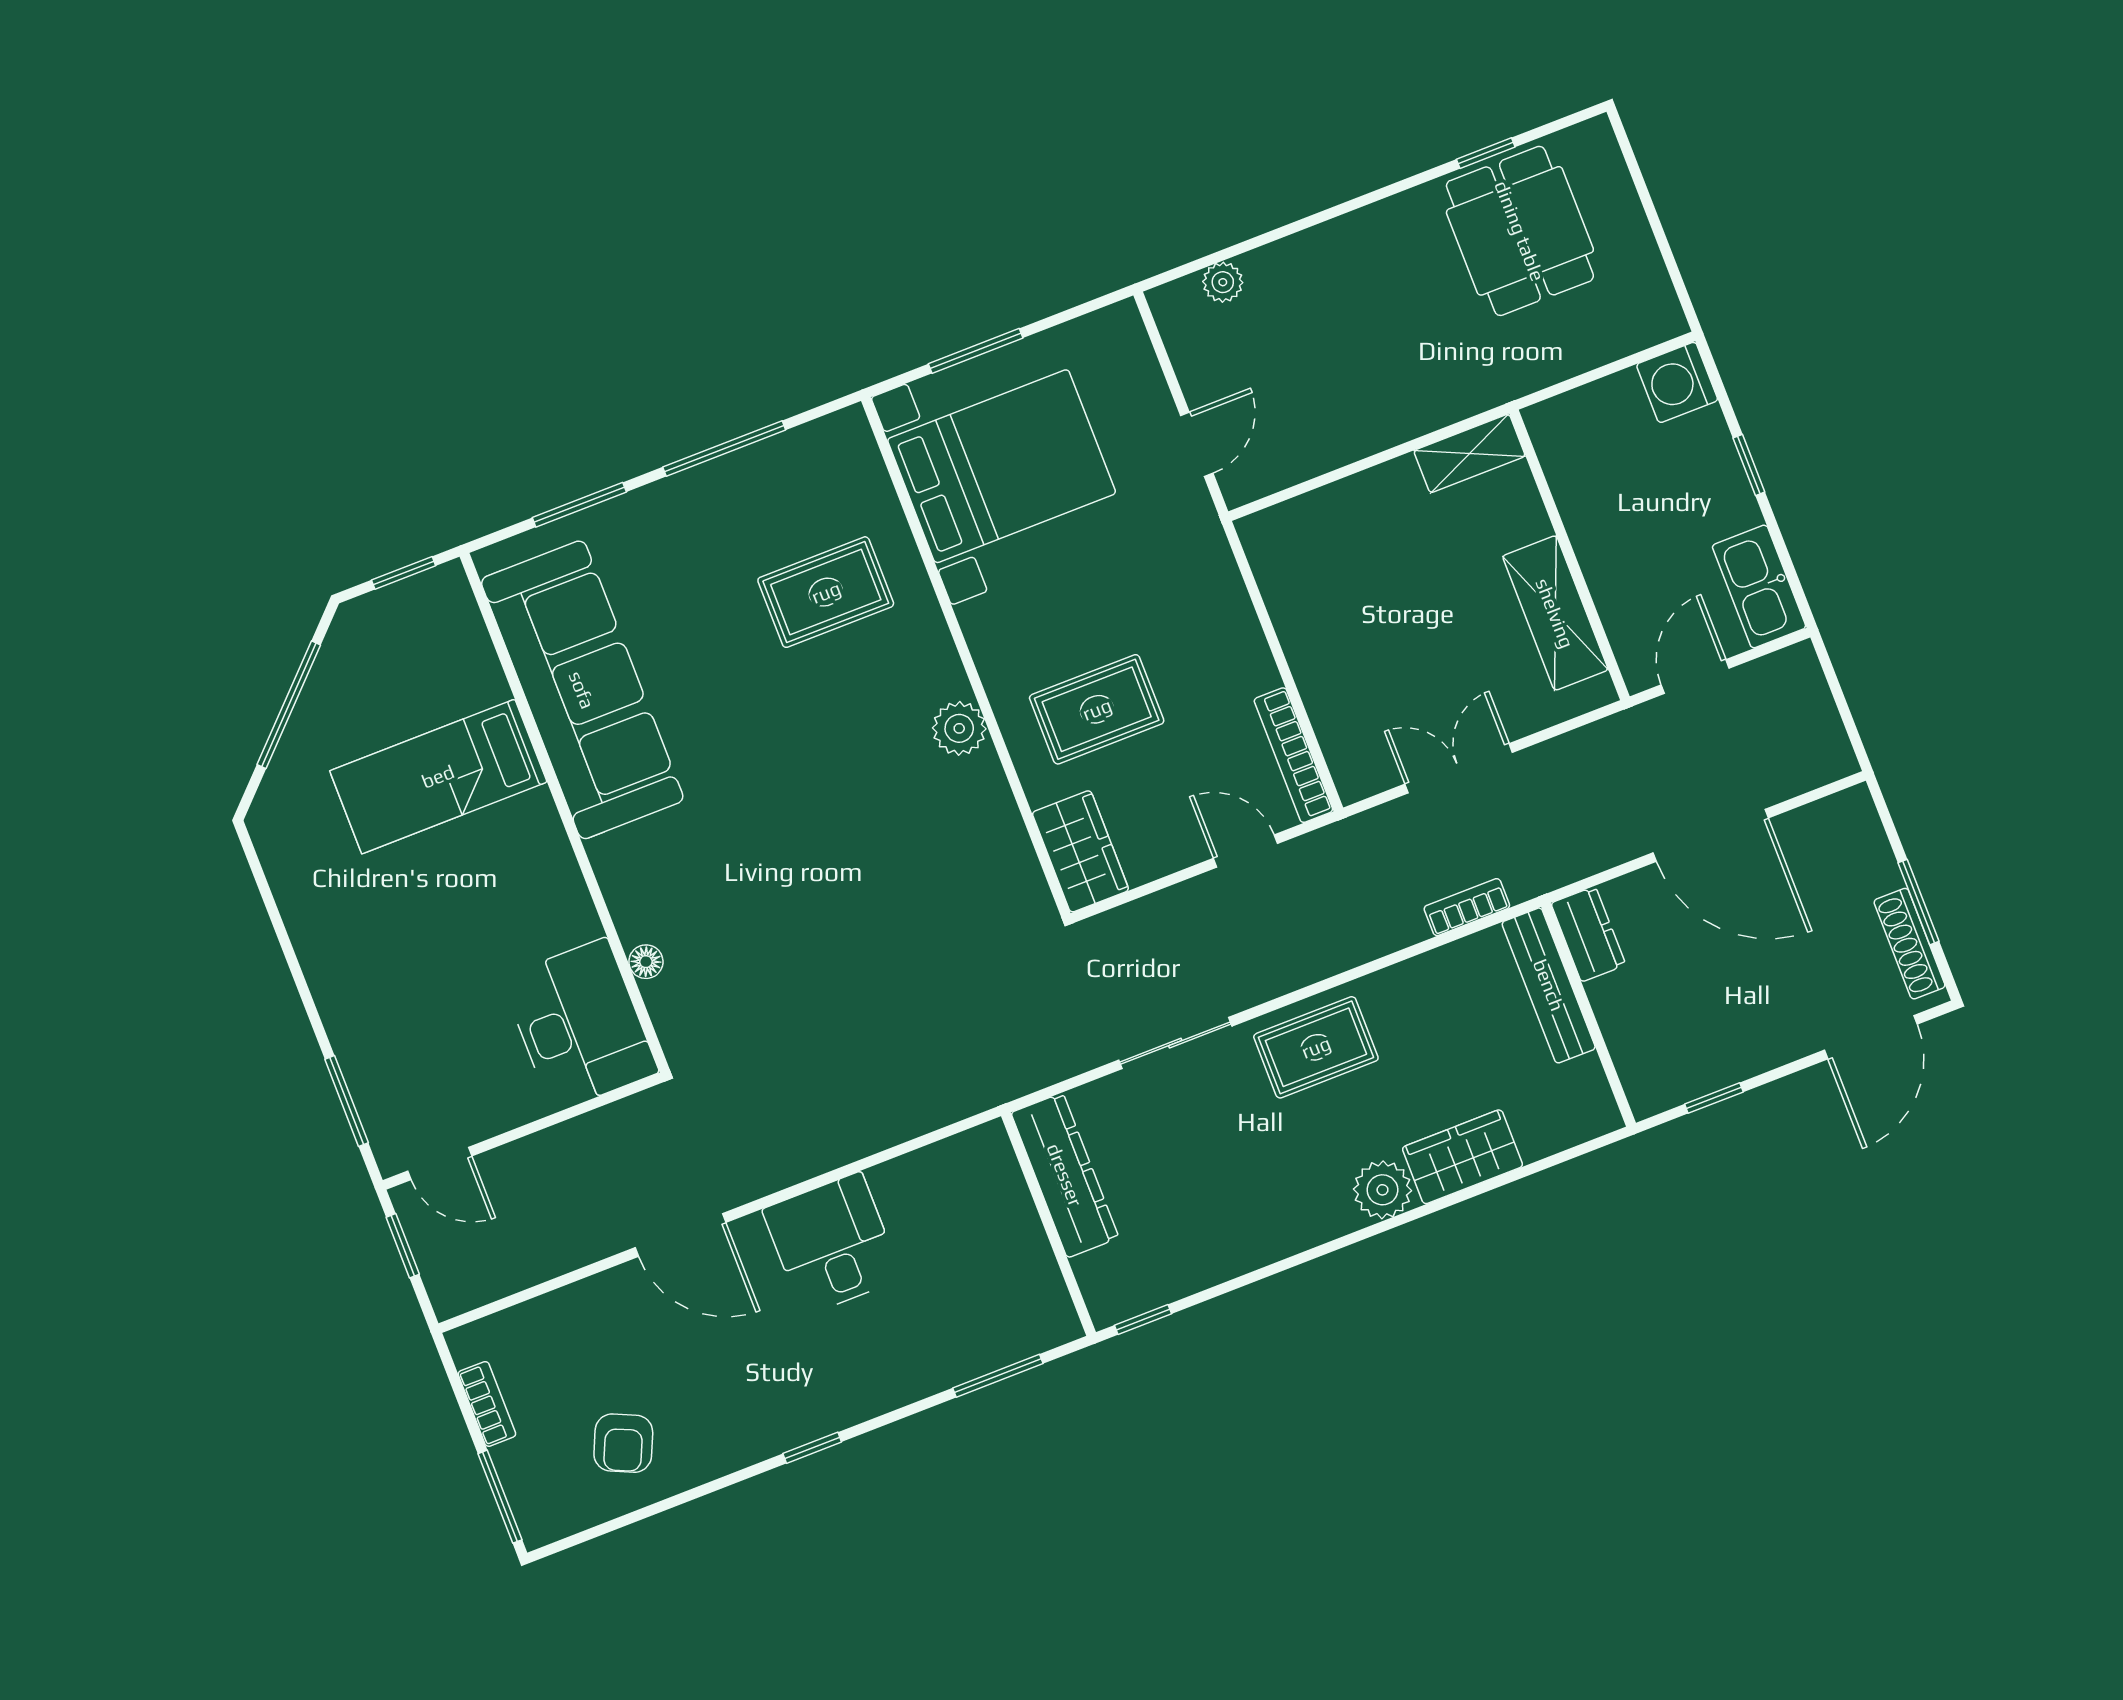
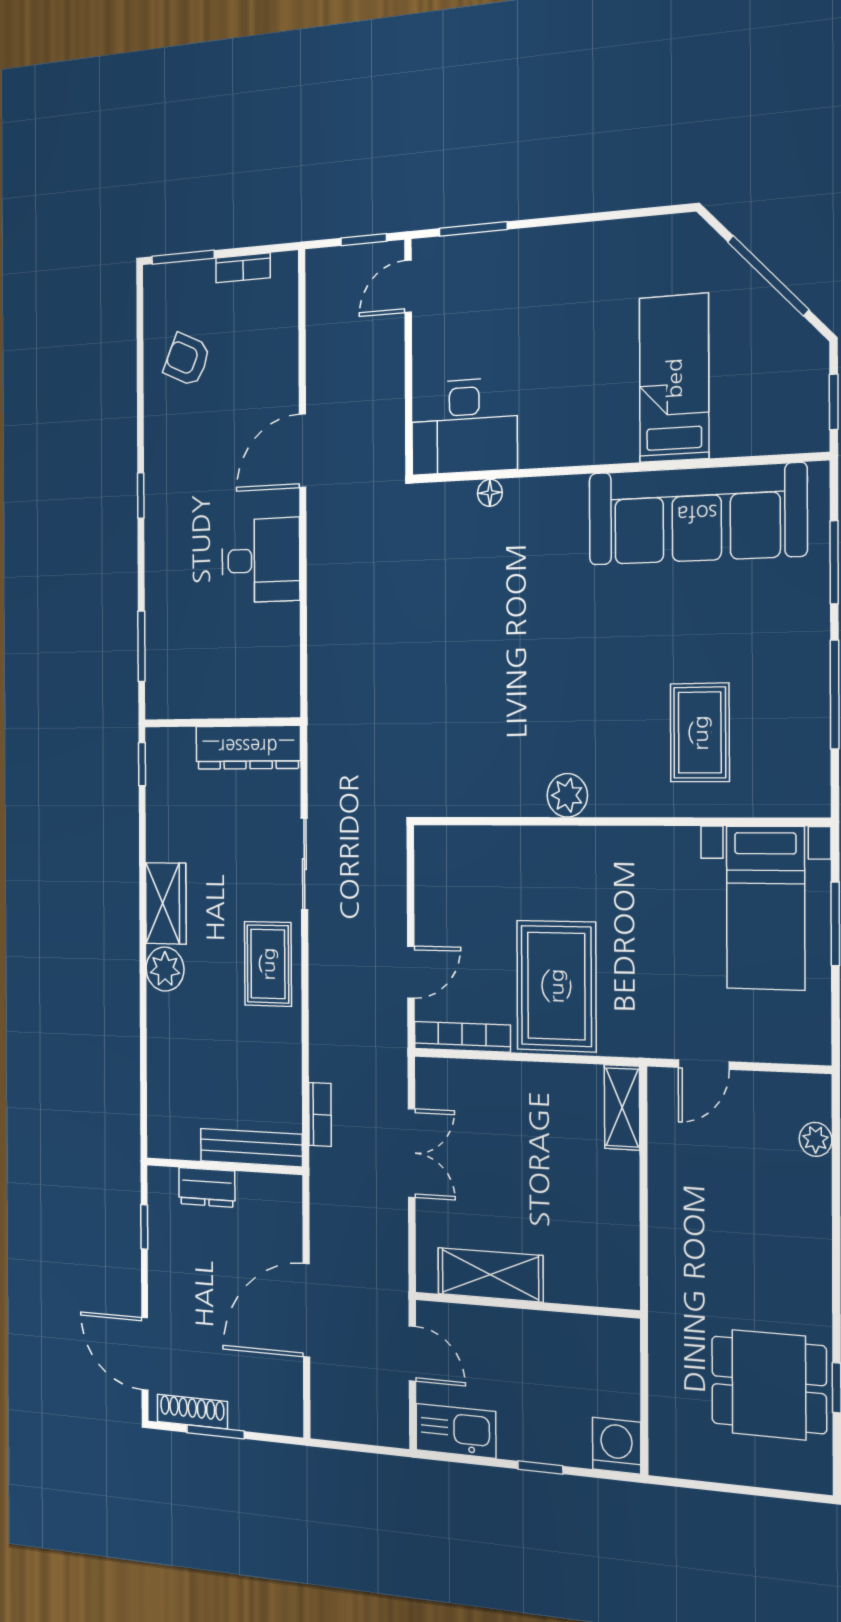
door: (1197, 444) -> (704, 1065), hinge flipped
shelving: (1470, 453) -> (622, 1107), moved
bed with nightstands: (1002, 466) -> (766, 908), width x0.73
rug: (1097, 709) -> (556, 986), moved, width x1.36, depth x1.43
wardrobe: (1080, 851) -> (452, 850), removed
dresser: (1588, 934) -> (207, 1187), moved
wardrobe: (1463, 1157) -> (166, 903), moved

